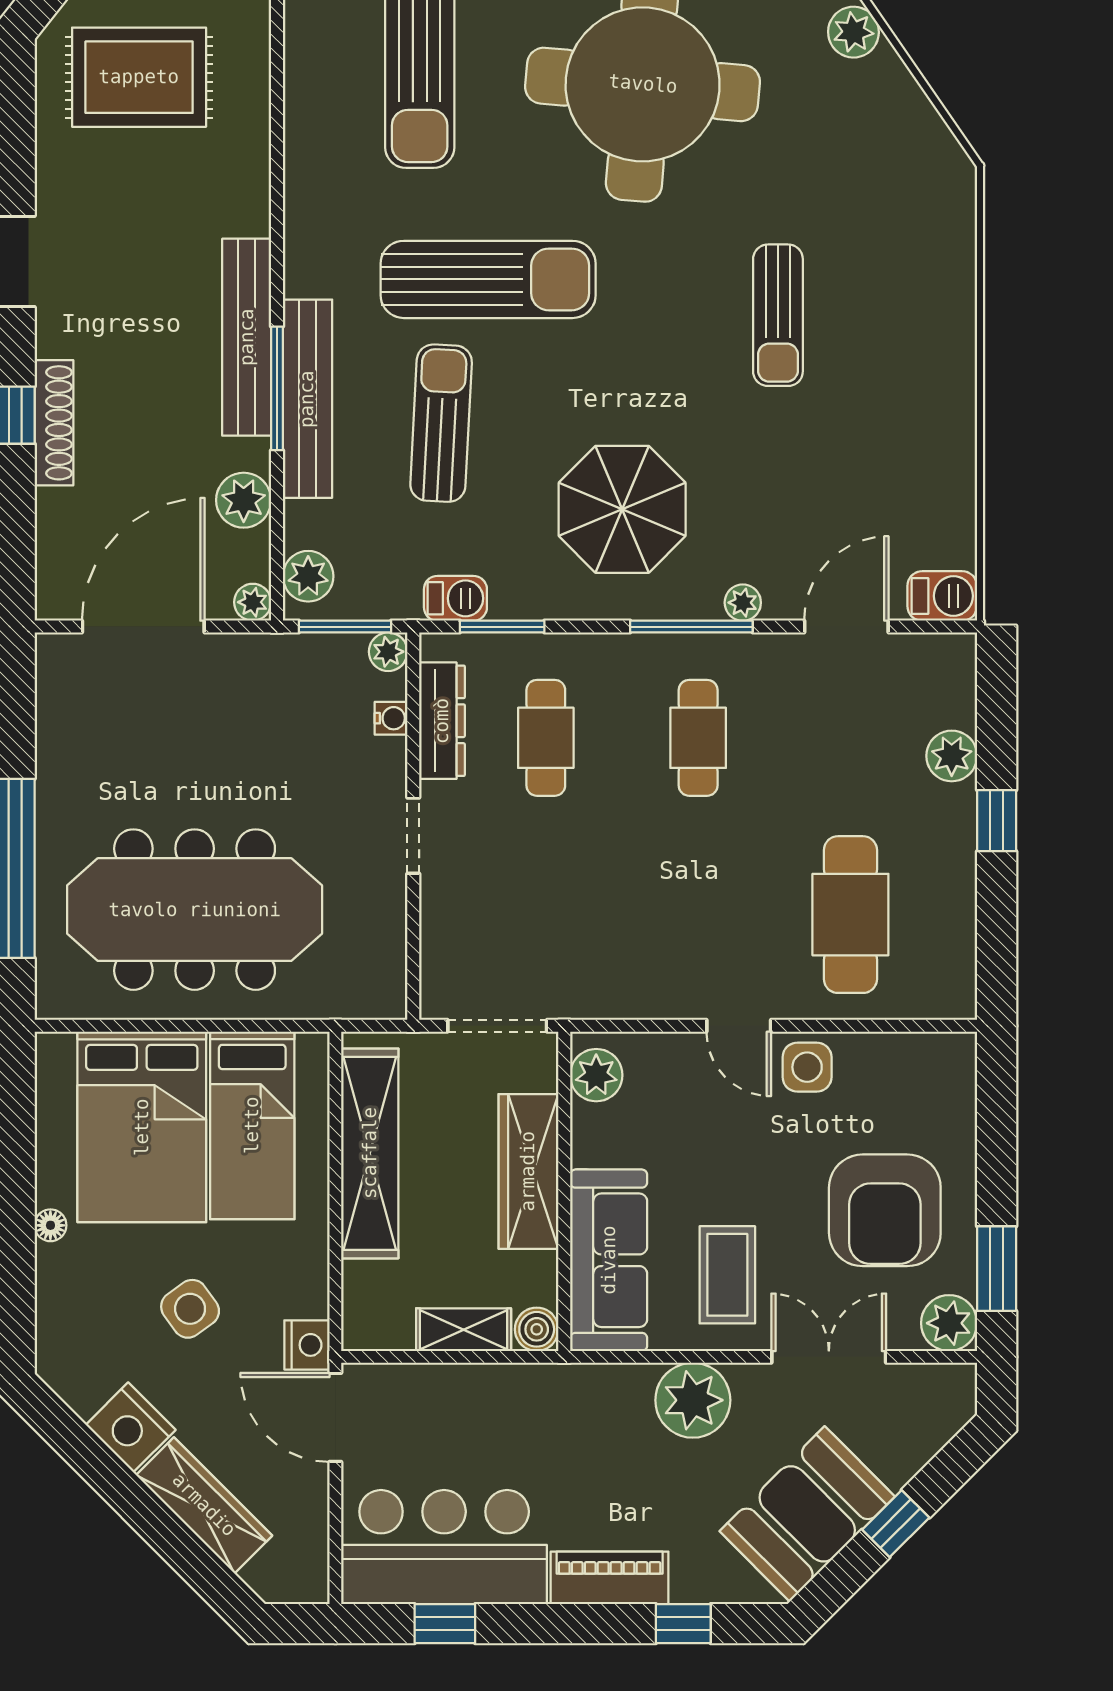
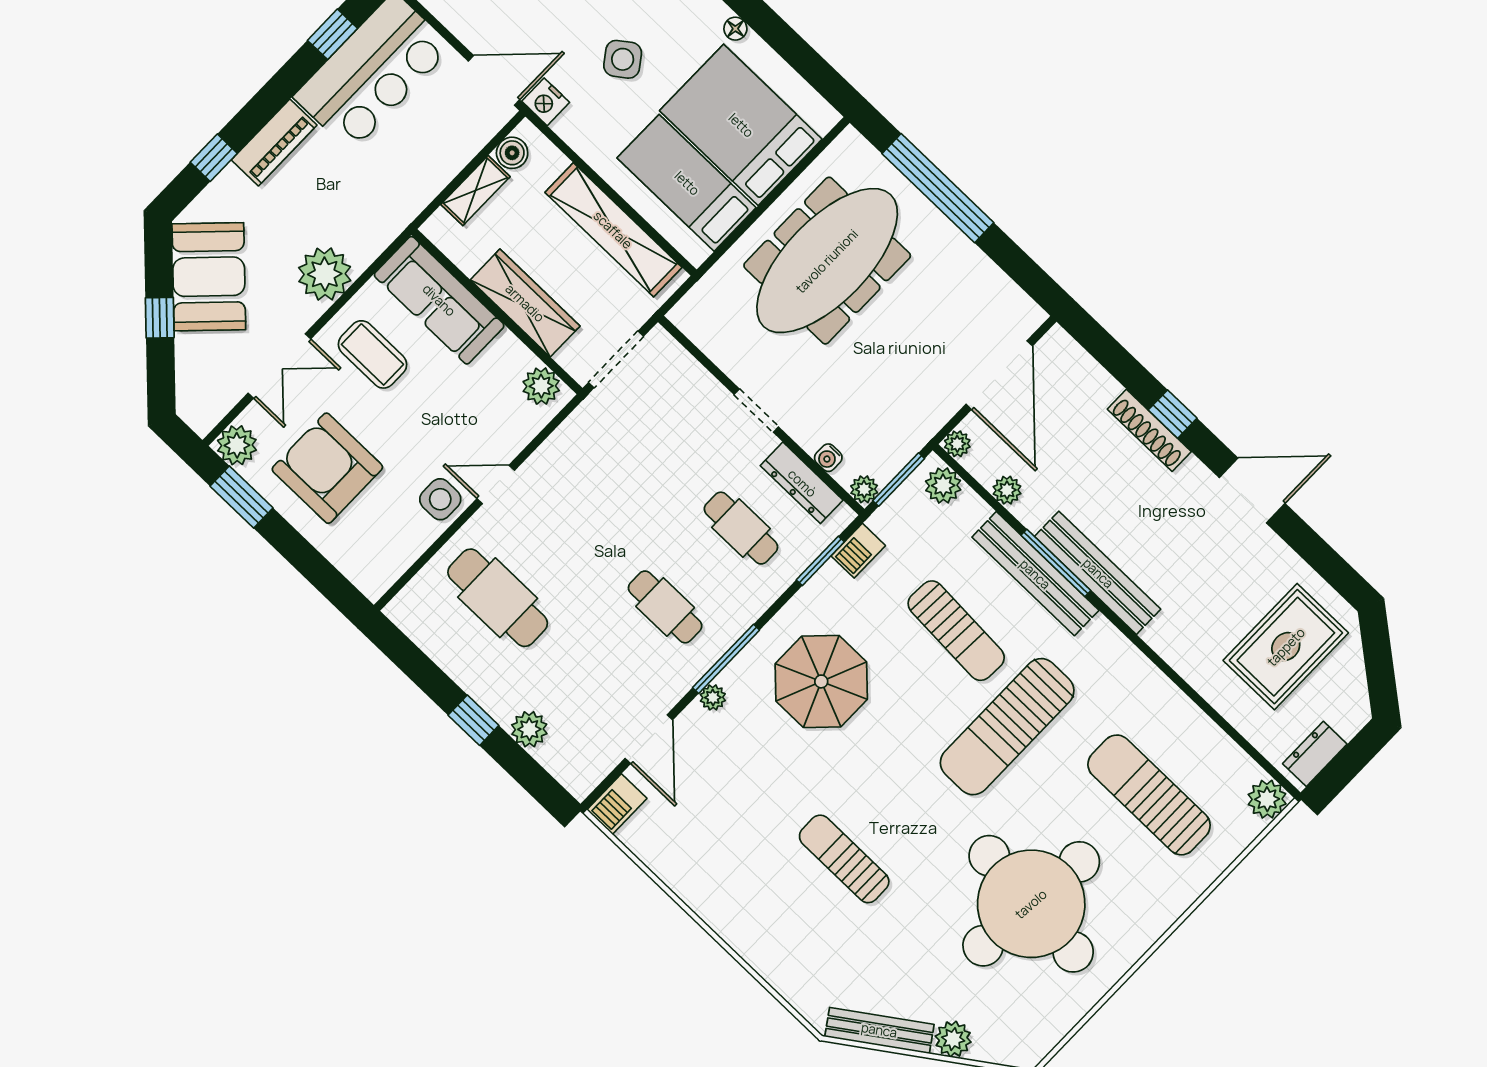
bench: (916, 114) -> (879, 1030), added
plant: (244, 500) -> (1007, 490), width x0.73, depth x0.73
boiler: (537, 1329) -> (512, 153), moved

